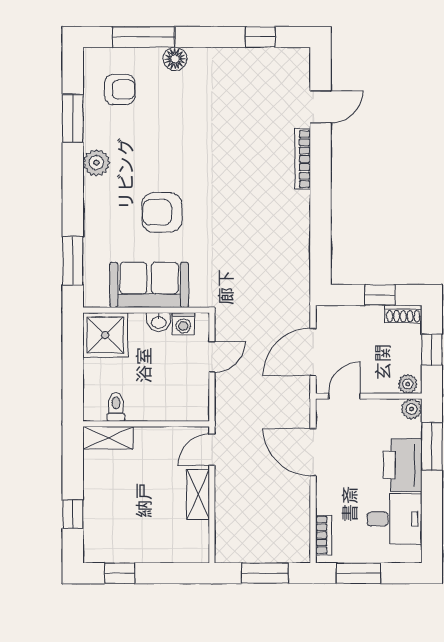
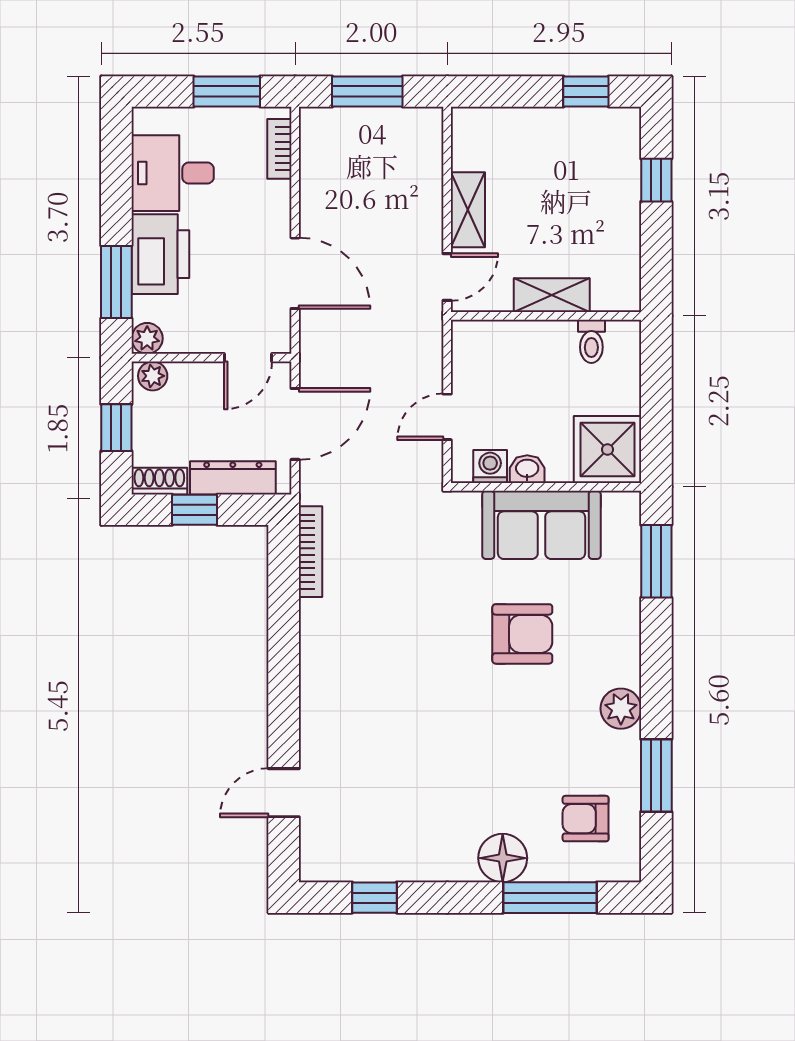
floor lamp: (175, 59) -> (503, 858), width x1.38, depth x1.38
bookcase: (303, 159) -> (311, 552), moved
dresser: (354, 316) -> (233, 478), added
shelving: (108, 438) -> (552, 295), moved

